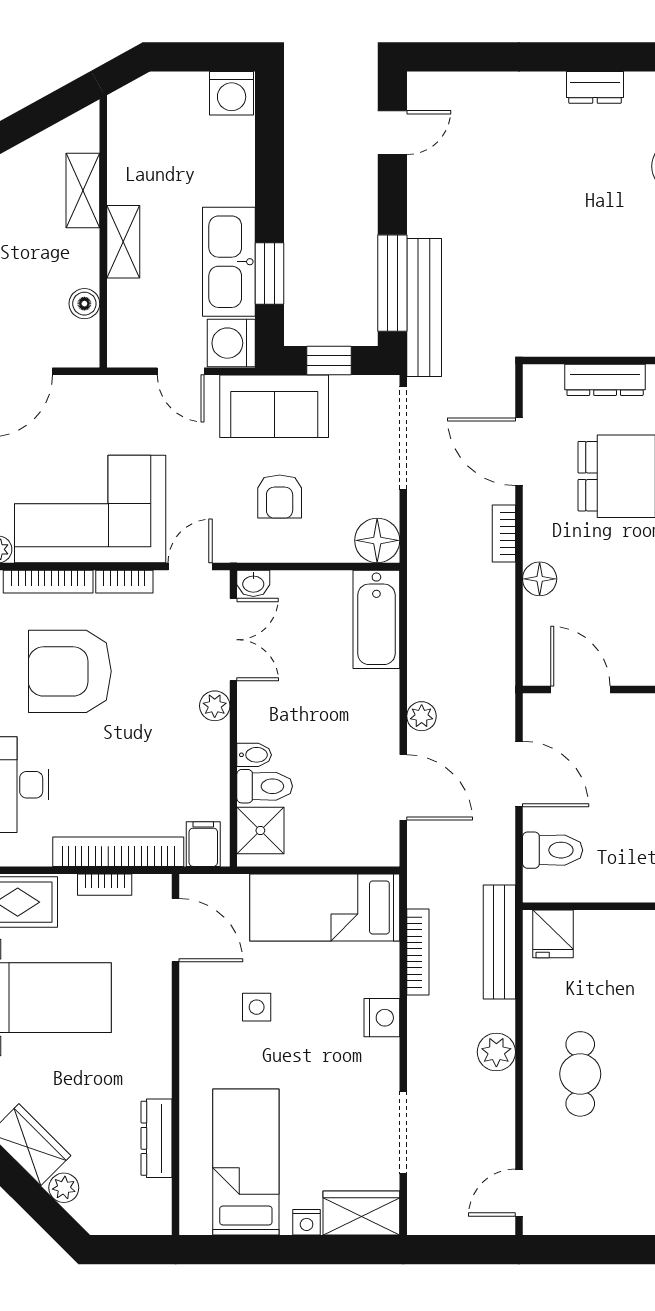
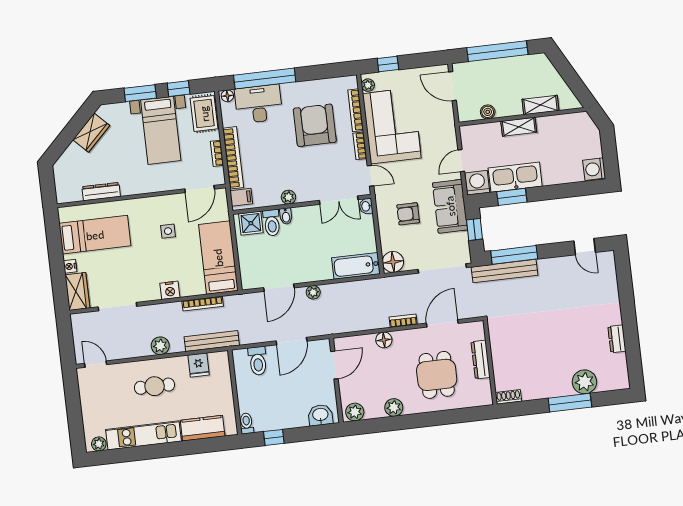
plant: (215, 706) -> (288, 197), moved
fridge: (553, 934) -> (199, 365), moved, turned -90
plant: (64, 1188) -> (73, 151), removed

